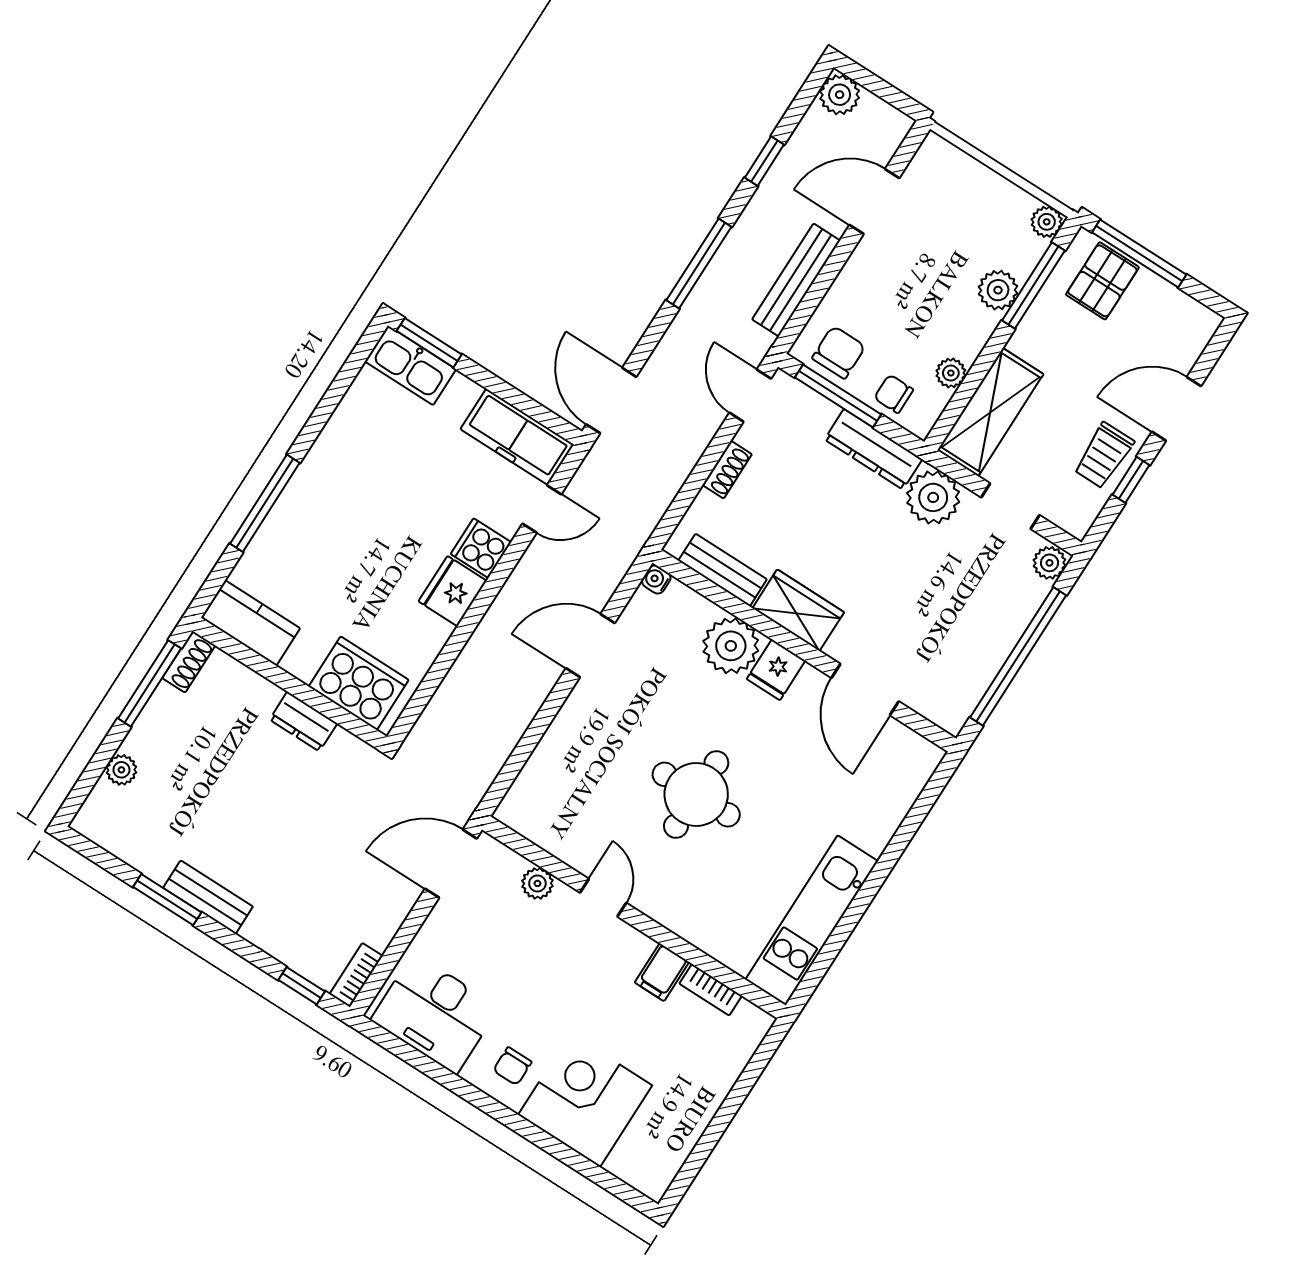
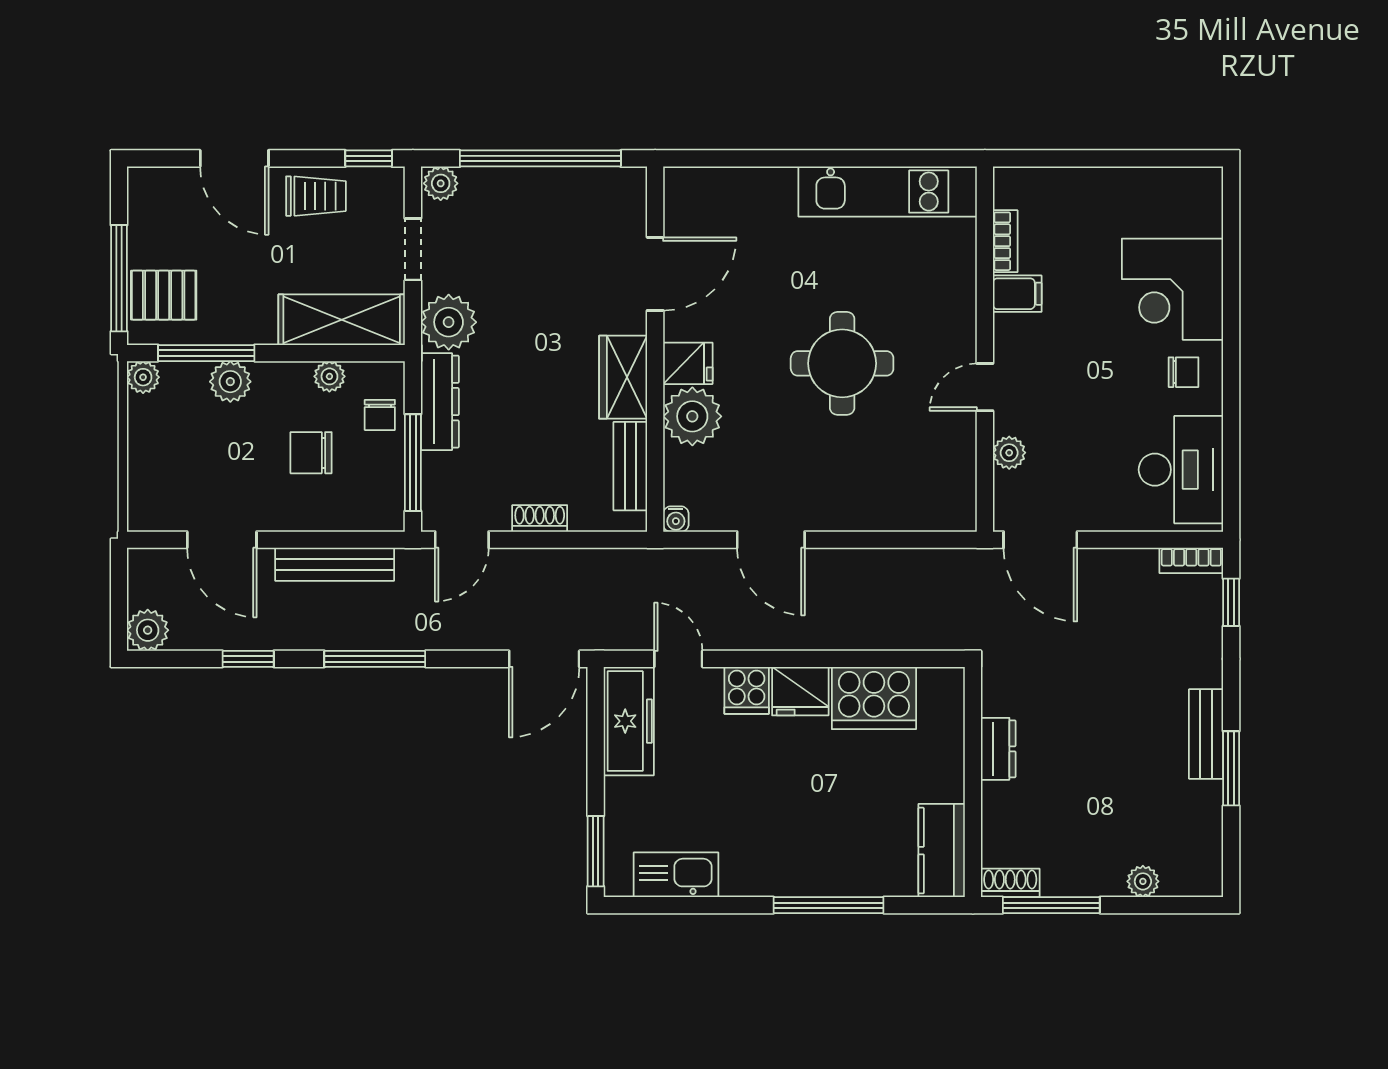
chair: (839, 352) -> (311, 453), moved
kitchen sink: (410, 365) -> (676, 875), moved, turned -90
window: (1131, 480) -> (369, 158), moved
cooker: (359, 683) -> (874, 698), moved, turned -90

